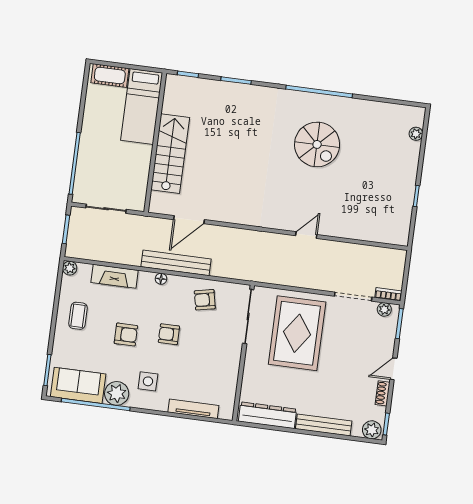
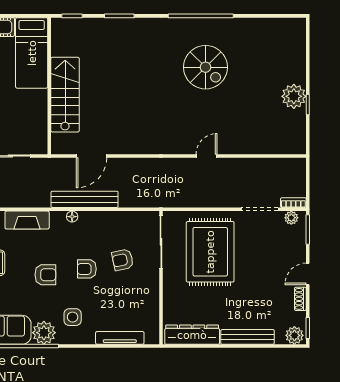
plant: (416, 134) -> (294, 96), moved, width x1.88, depth x1.88
armchair: (205, 300) -> (123, 260), moved

